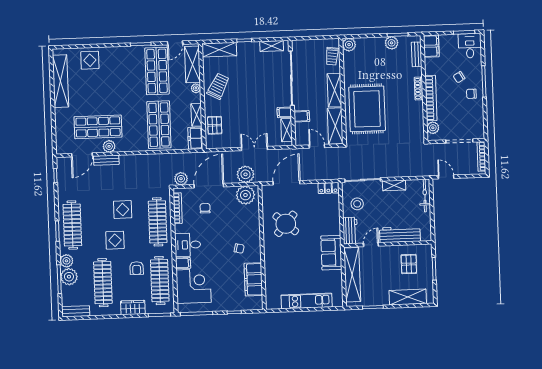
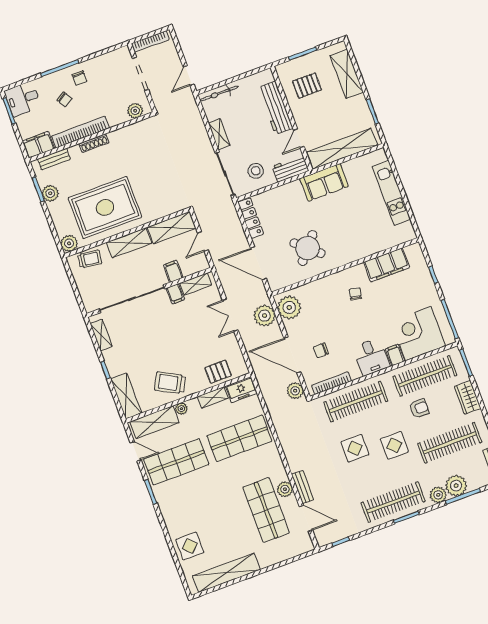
bookcase: (431, 98) -> (80, 132), moved
rug: (367, 109) -> (105, 208), moved
locker: (328, 188) -> (251, 218), width x1.53
door: (371, 245) -> (299, 138), hinge flipped

